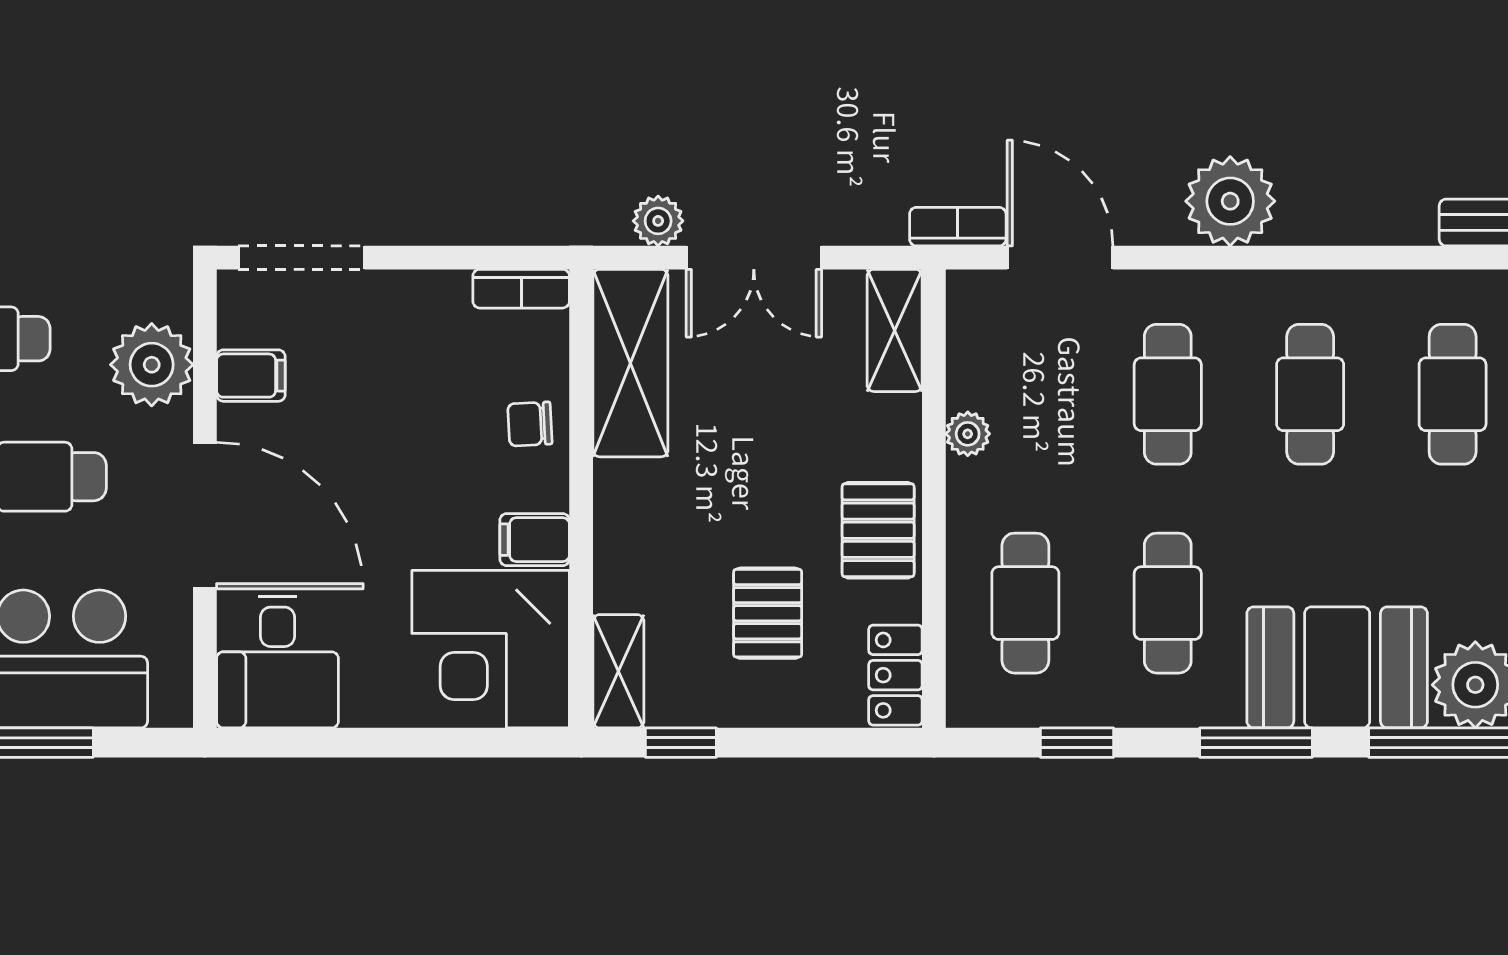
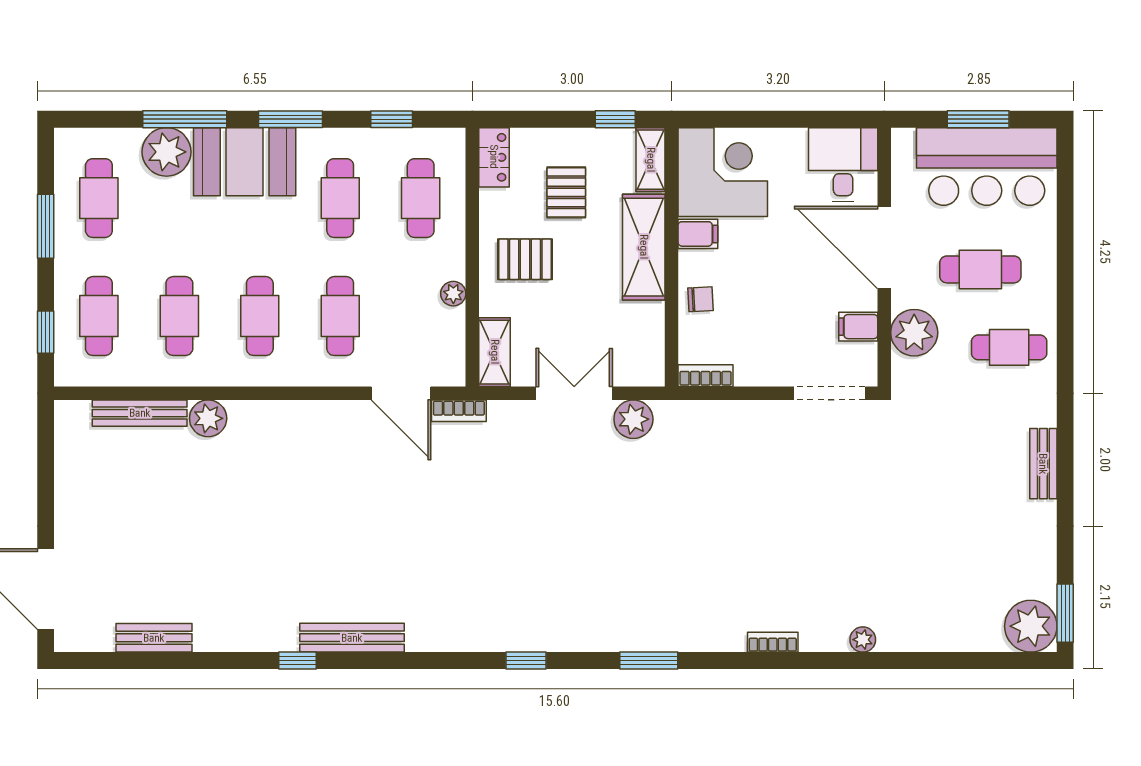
plant: (1230, 201) -> (208, 418), moved, width x0.73, depth x0.73
plant: (658, 221) -> (633, 419), width x1.38, depth x1.38
shelving: (630, 363) -> (644, 247), moved
pallet: (878, 530) -> (525, 259), moved, turned 90

